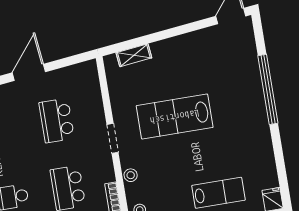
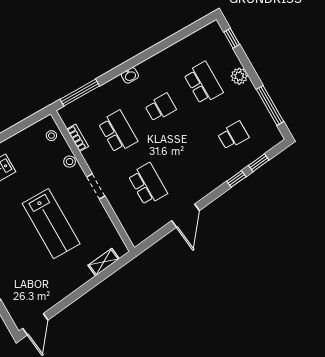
lab bench: (175, 117) -> (51, 224), turned 90

